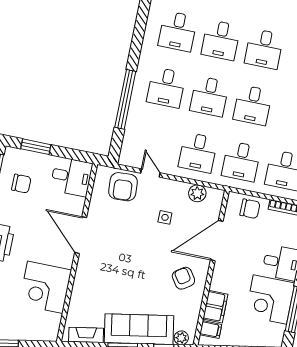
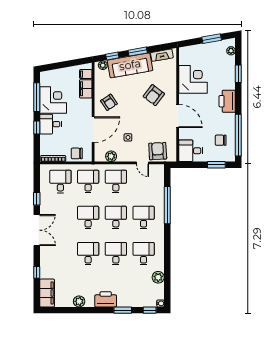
armchair: (111, 275) -> (154, 95), added

